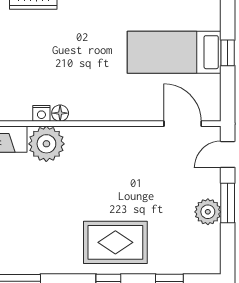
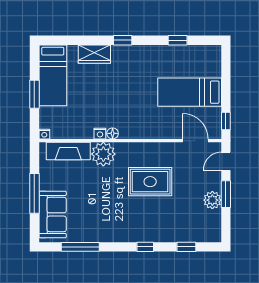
window: (228, 53) -> (226, 121), moved
rug: (115, 242) -> (150, 182), moved

